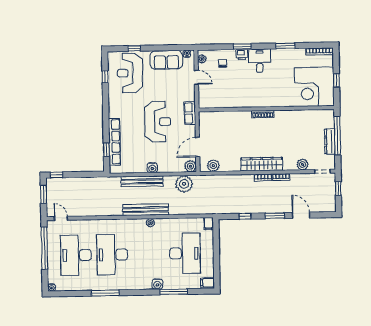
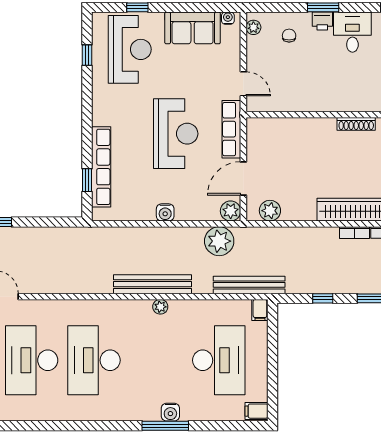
reception desk: (130, 73) -> (130, 49), turned 180
door: (196, 77) -> (243, 84), moved
row of seats: (190, 113) -> (231, 129), width x1.48
bench: (142, 181) -> (249, 285), moved
window: (174, 292) -> (165, 426), moved
window: (105, 293) -> (81, 426), removed

